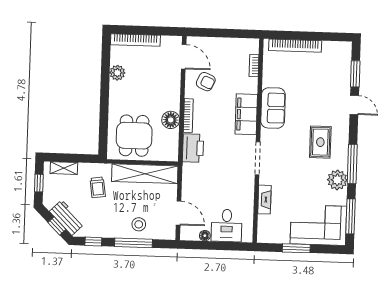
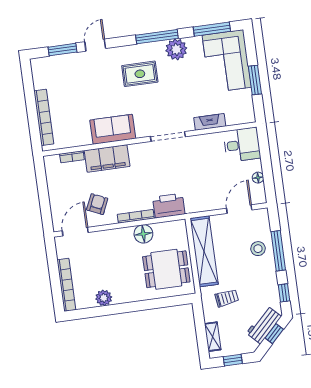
filing cabinet: (246, 114) -> (107, 158), moved
desk: (227, 225) -> (242, 145), moved

